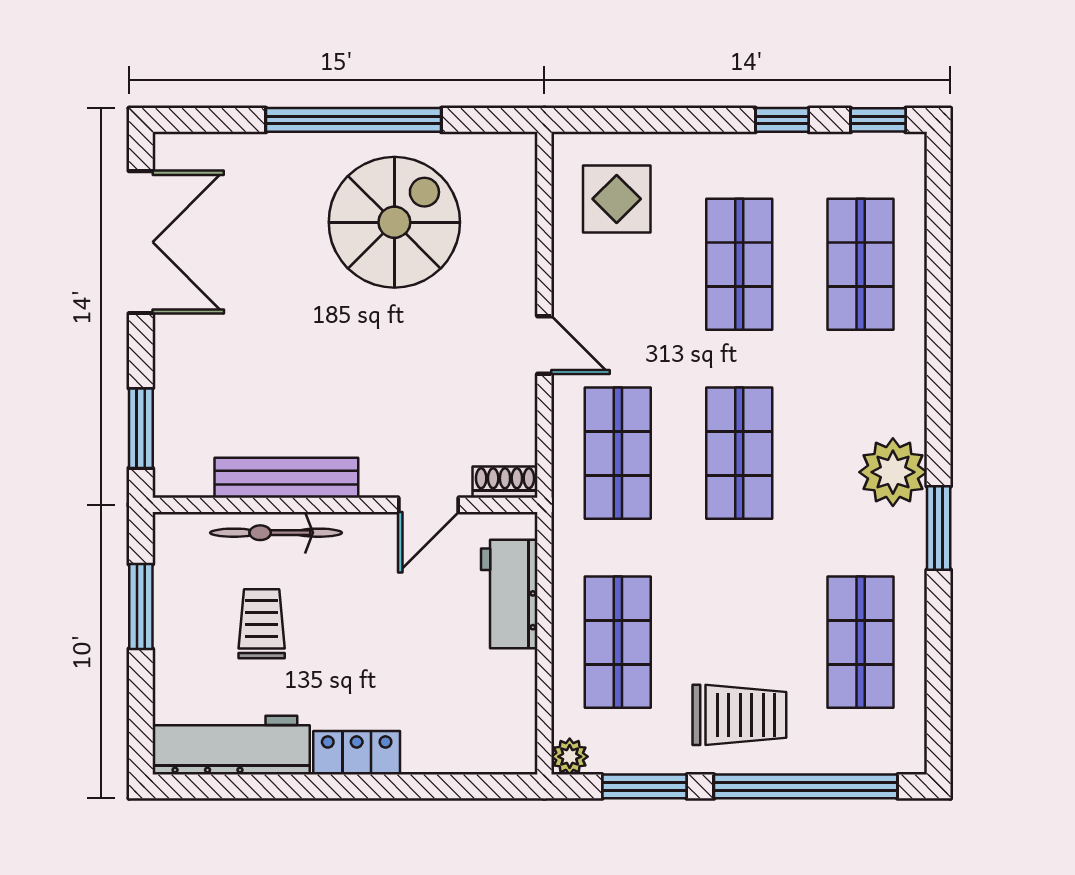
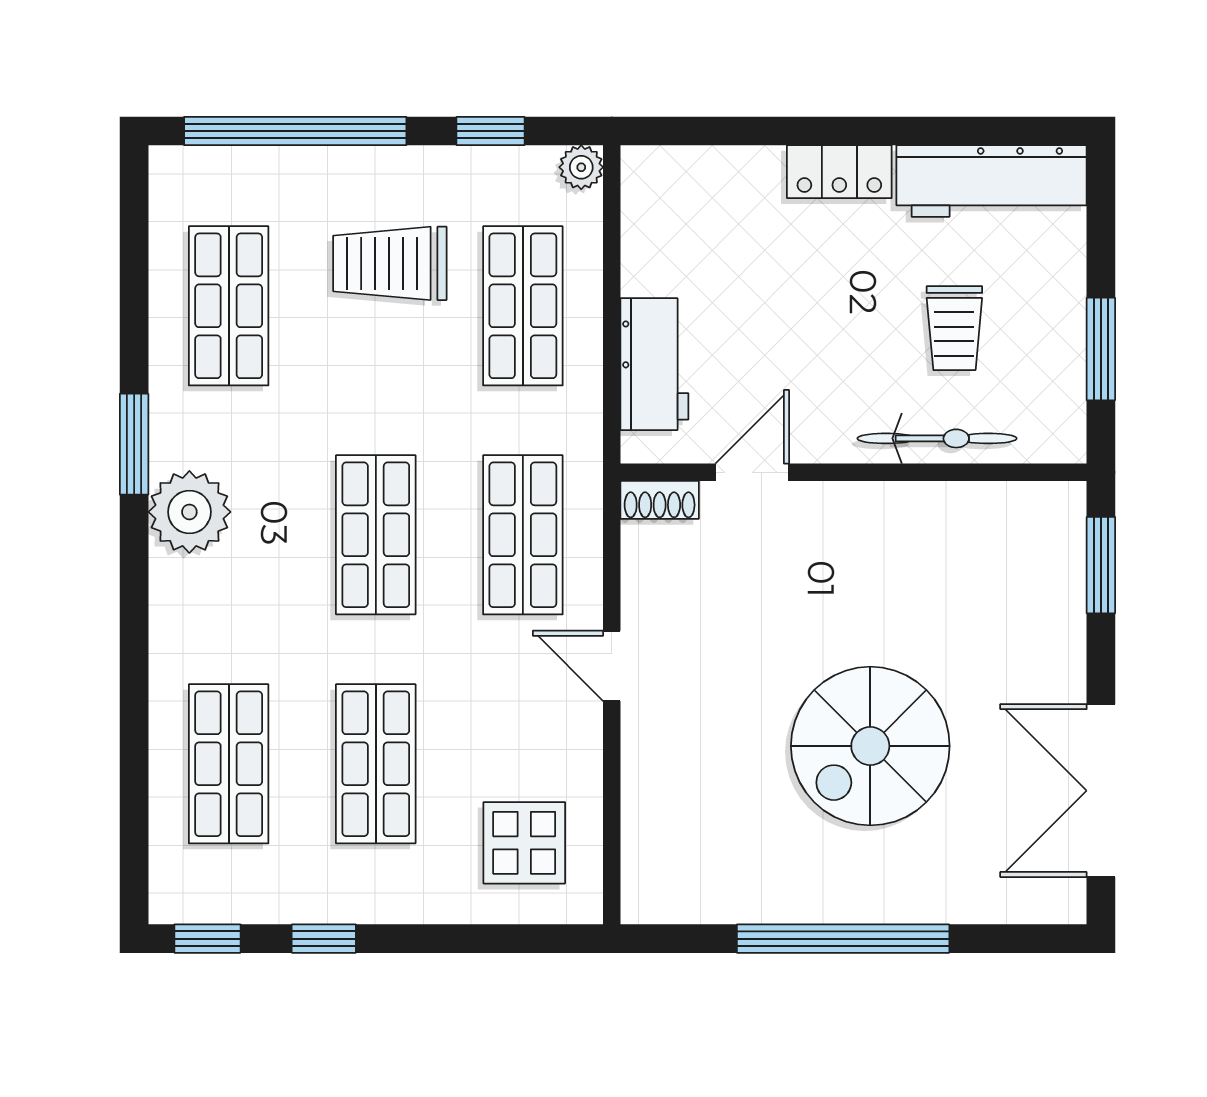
spiral stairs: (394, 222) -> (870, 746), moved
bench: (286, 478) -> (925, 505), removed
trolley: (739, 715) -> (390, 263), moved
window: (645, 786) -> (490, 131), width x0.67

